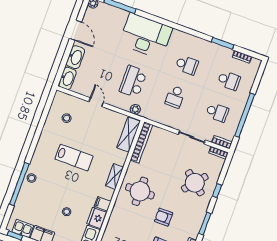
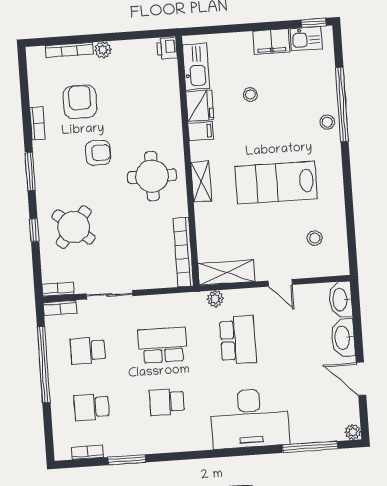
school desk: (175, 97) -> (163, 345), width x1.85
shelving: (129, 135) -> (226, 273), moved, turned 90
lab bench: (74, 158) -> (276, 183), width x1.36, depth x1.39

